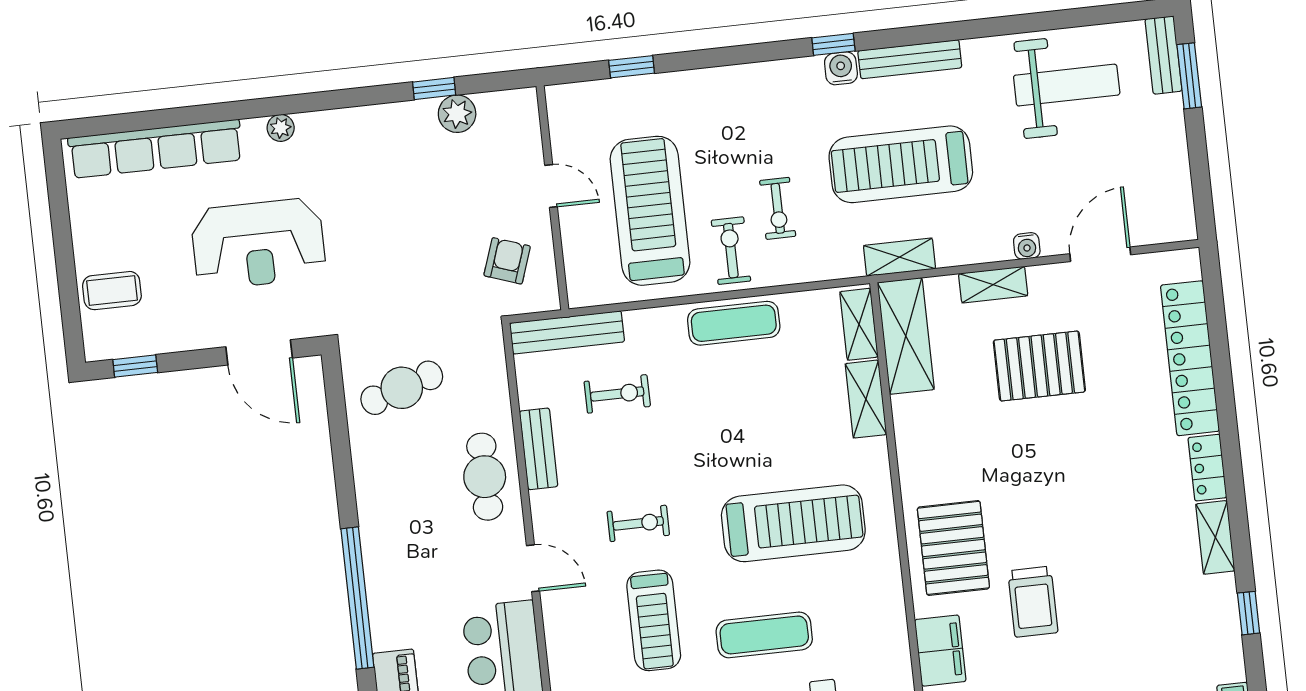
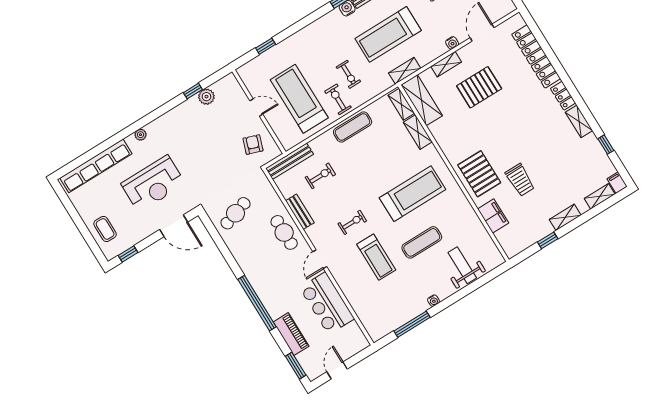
coffee table: (112, 291) -> (105, 229), turned 90
door: (533, 568) -> (320, 259), swing flipped

